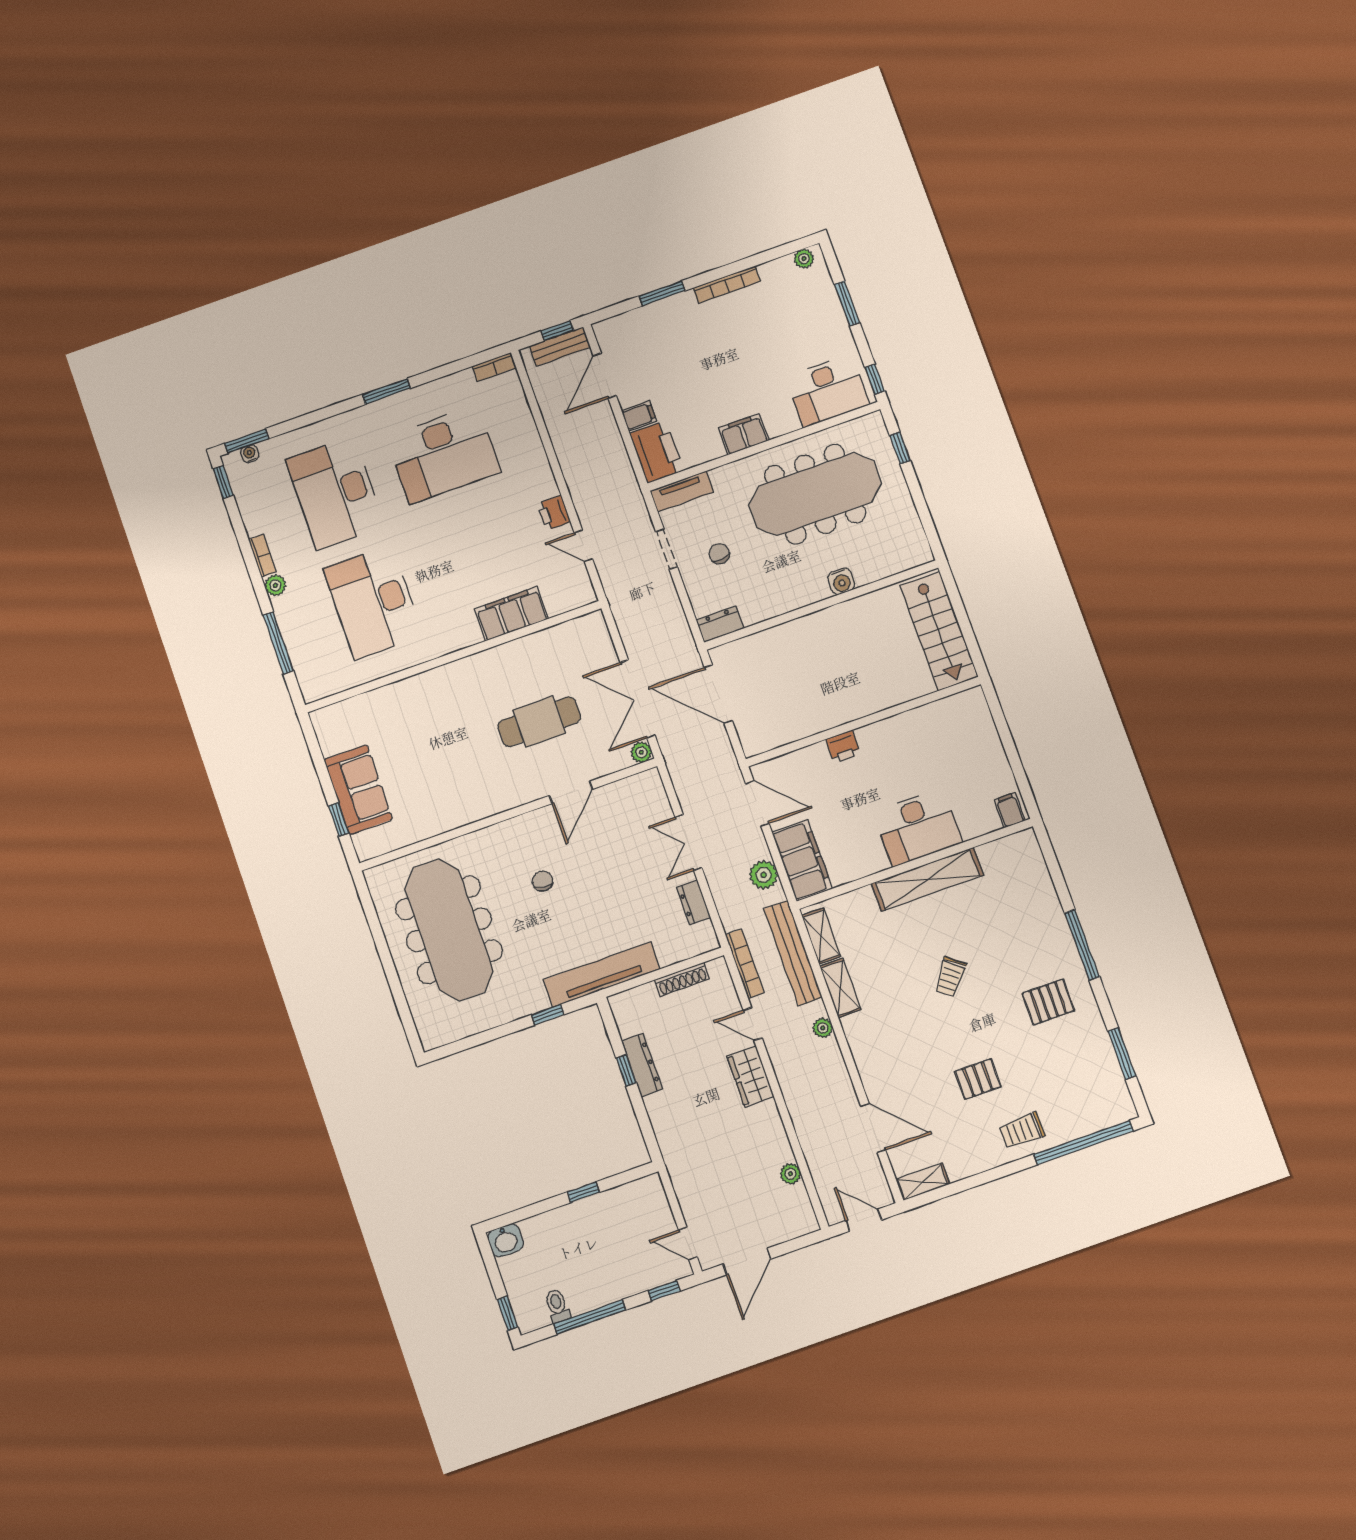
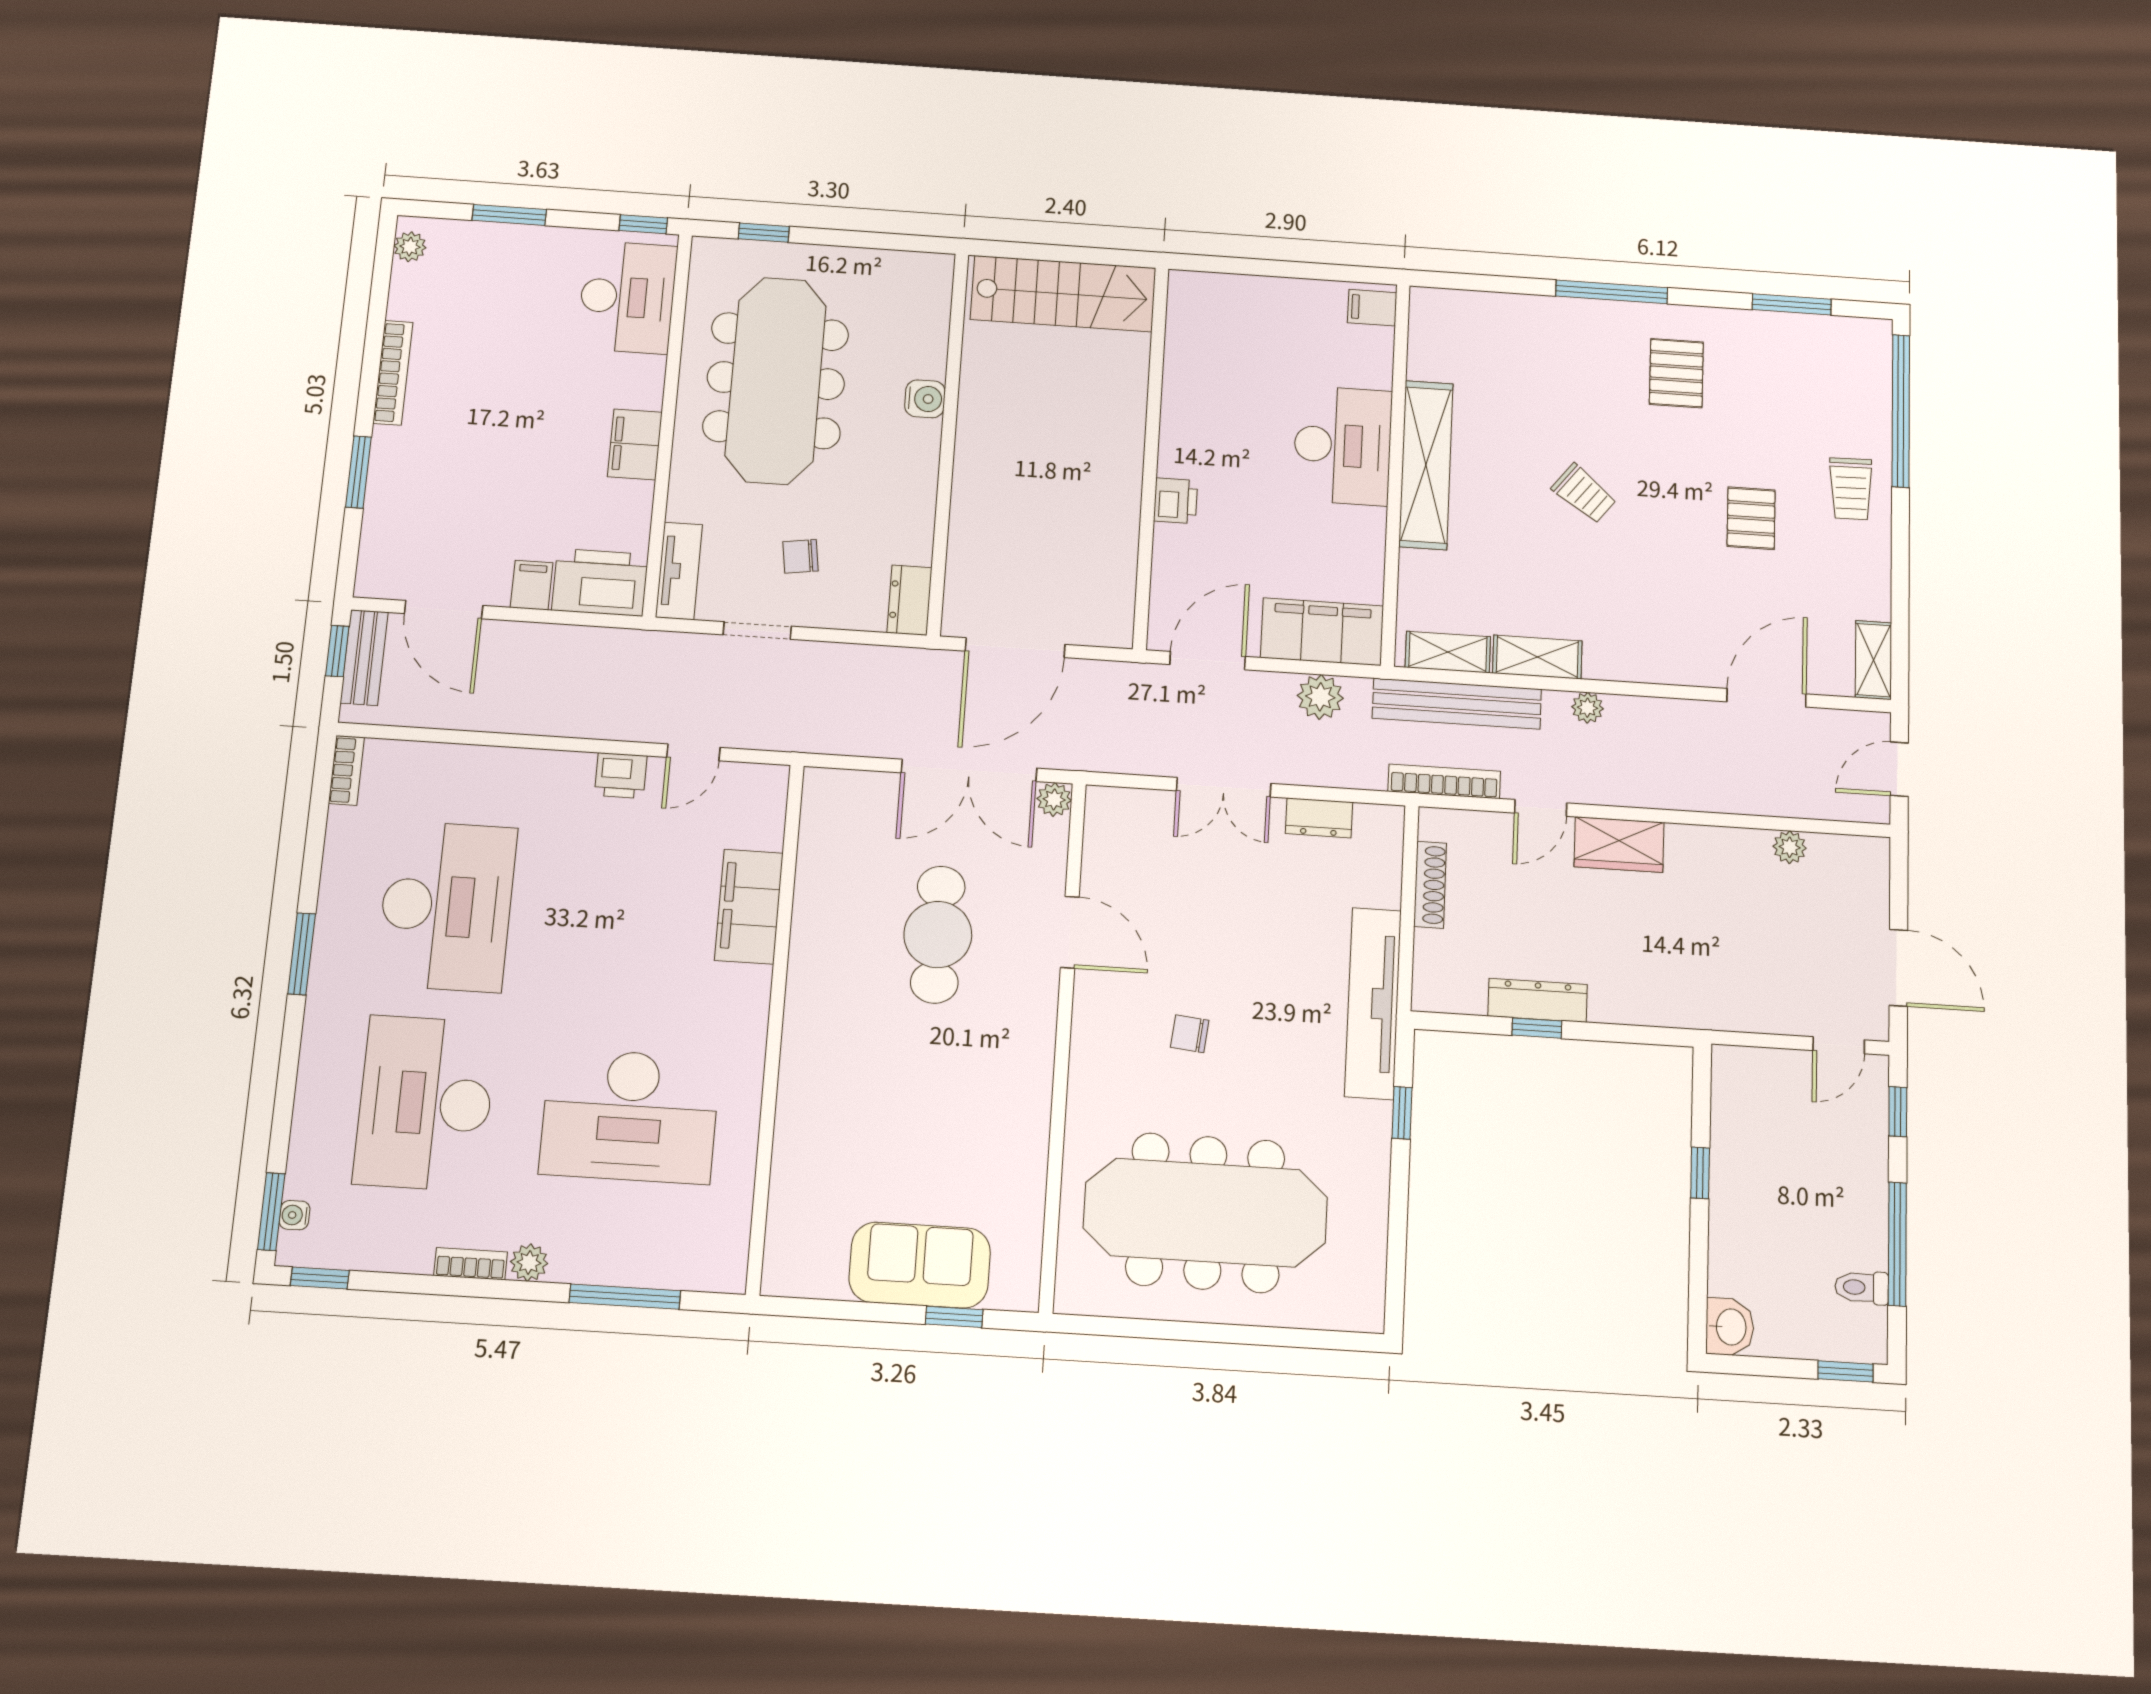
desk: (335, 493) -> (425, 1103), turned 90

